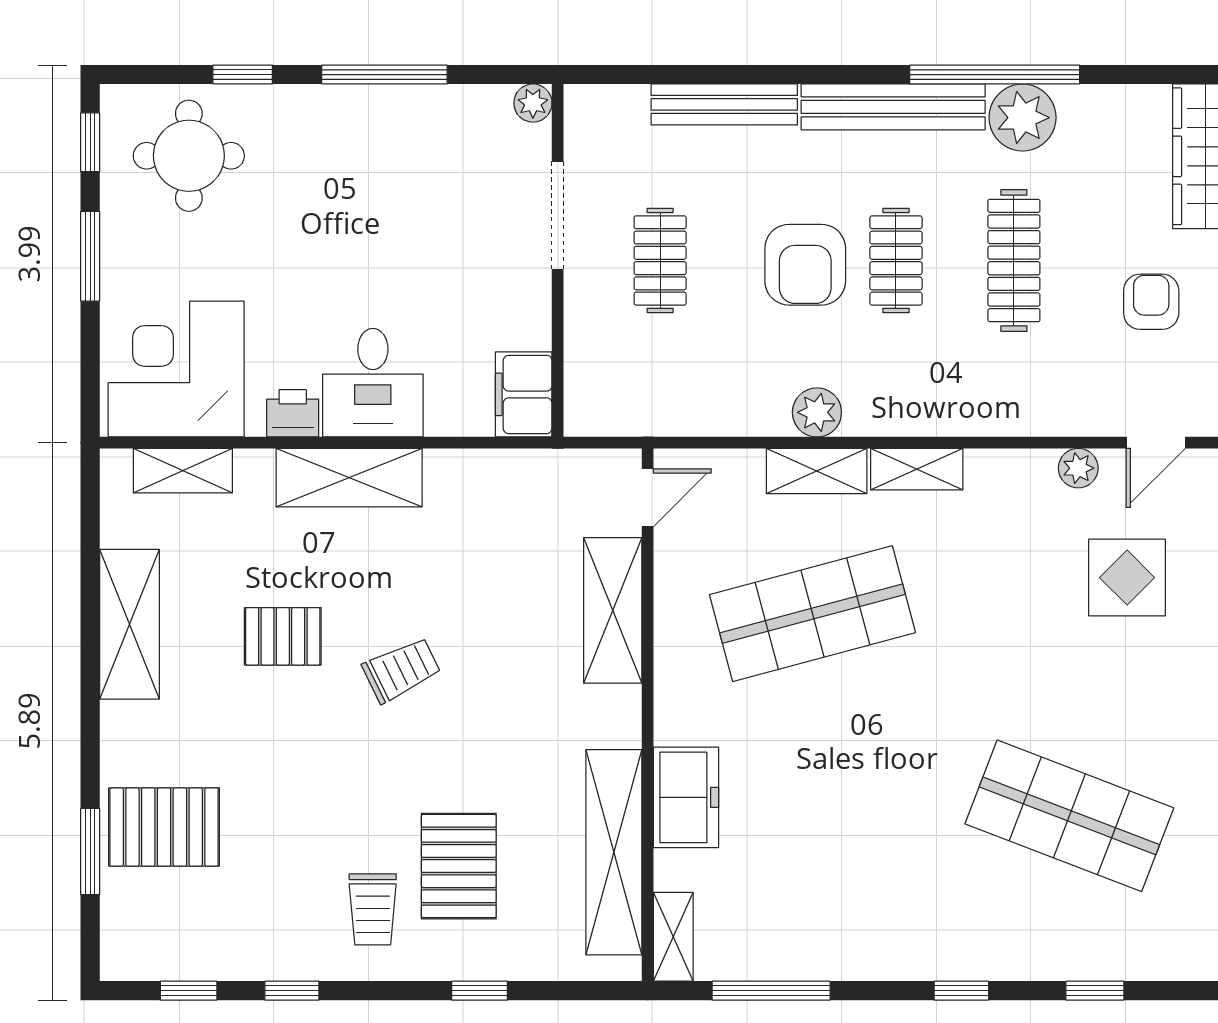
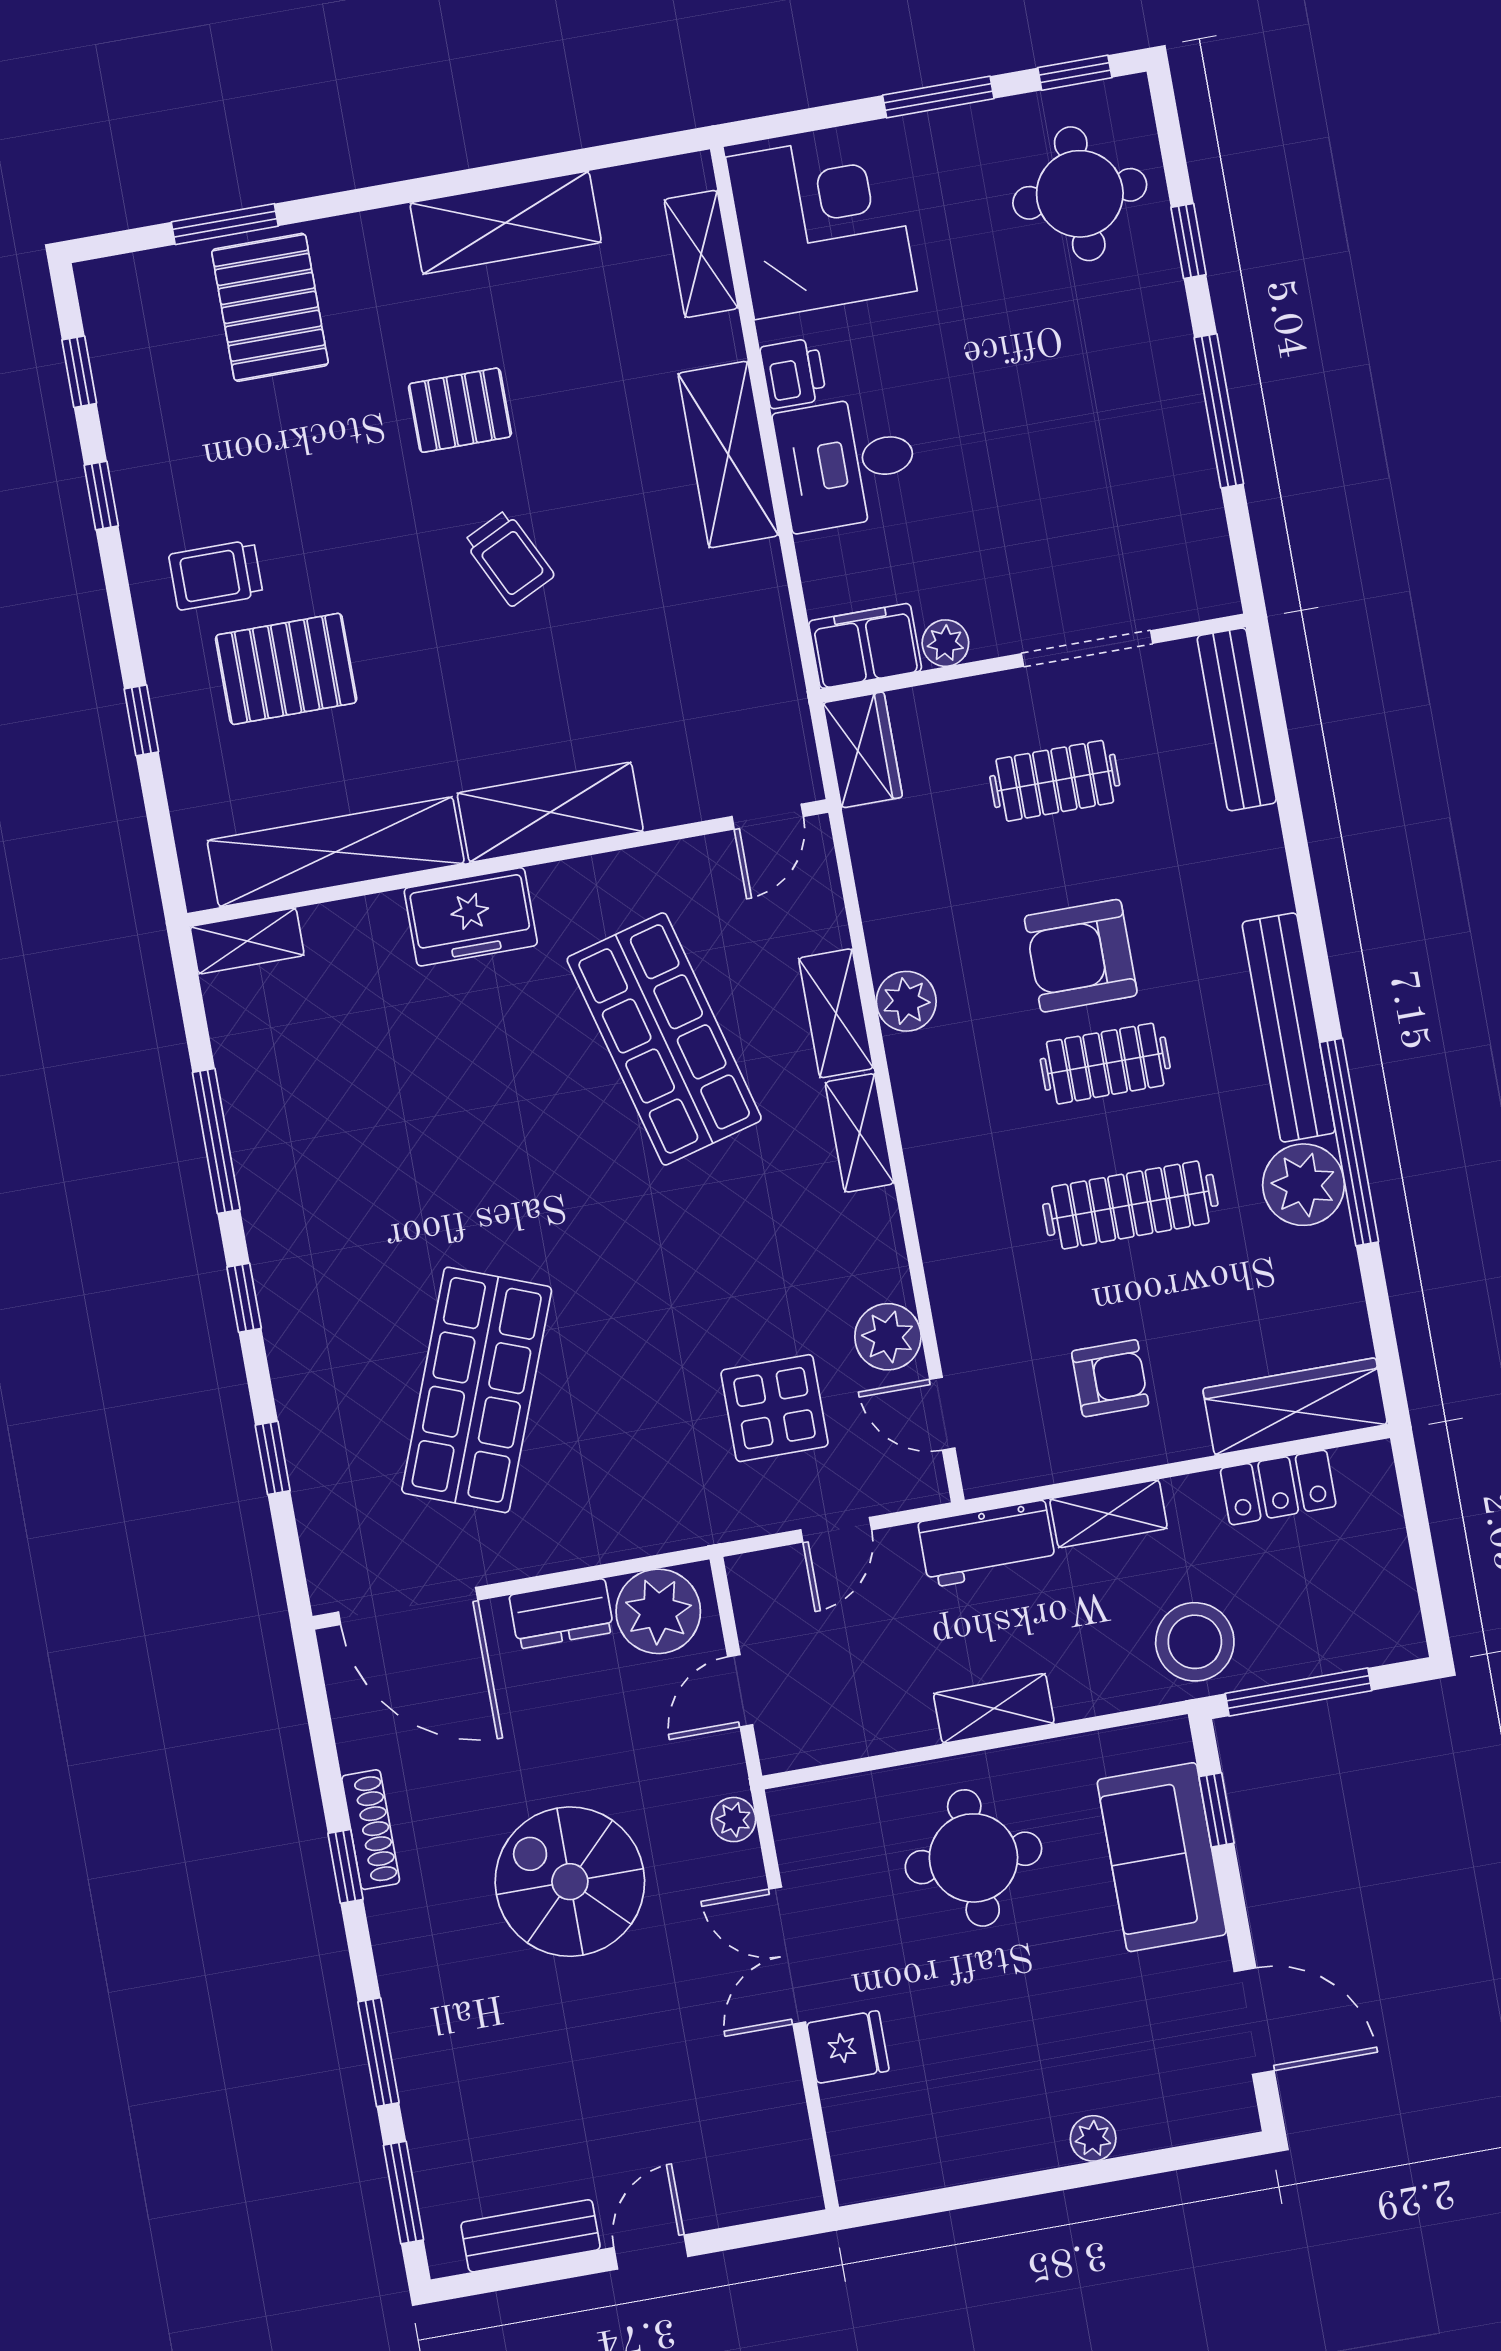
plant: (533, 103) -> (945, 643), moved
bench: (724, 104) -> (1237, 719), moved
wardrobe: (607, 411) -> (863, 750), added
plant: (1078, 468) -> (888, 1337), width x1.38, depth x1.38
door: (648, 498) -> (768, 817), hinge flipped
shelving: (613, 610) -> (550, 812), moved
pallet: (283, 636) -> (460, 410), moved, turned 90
freezer: (686, 797) -> (471, 917), moved
window: (771, 991) -> (216, 1141), moved

